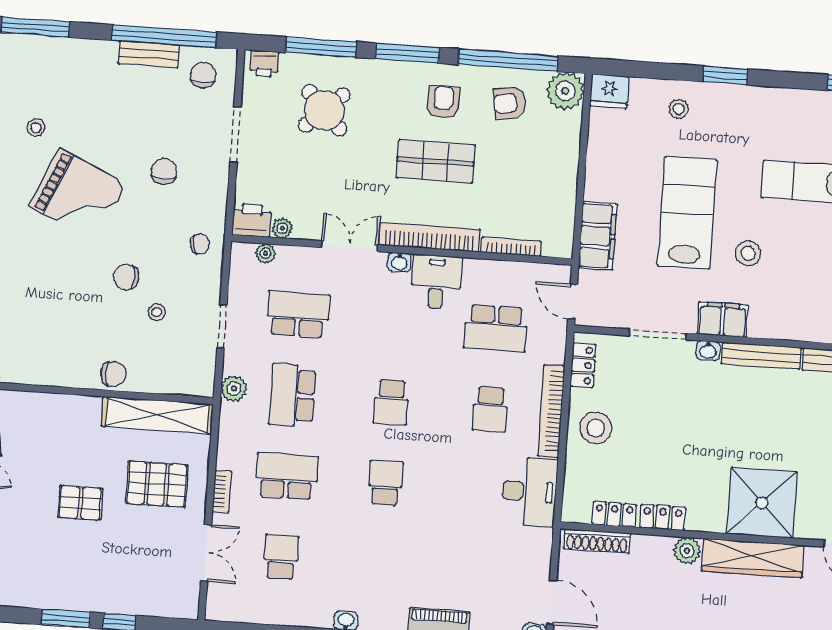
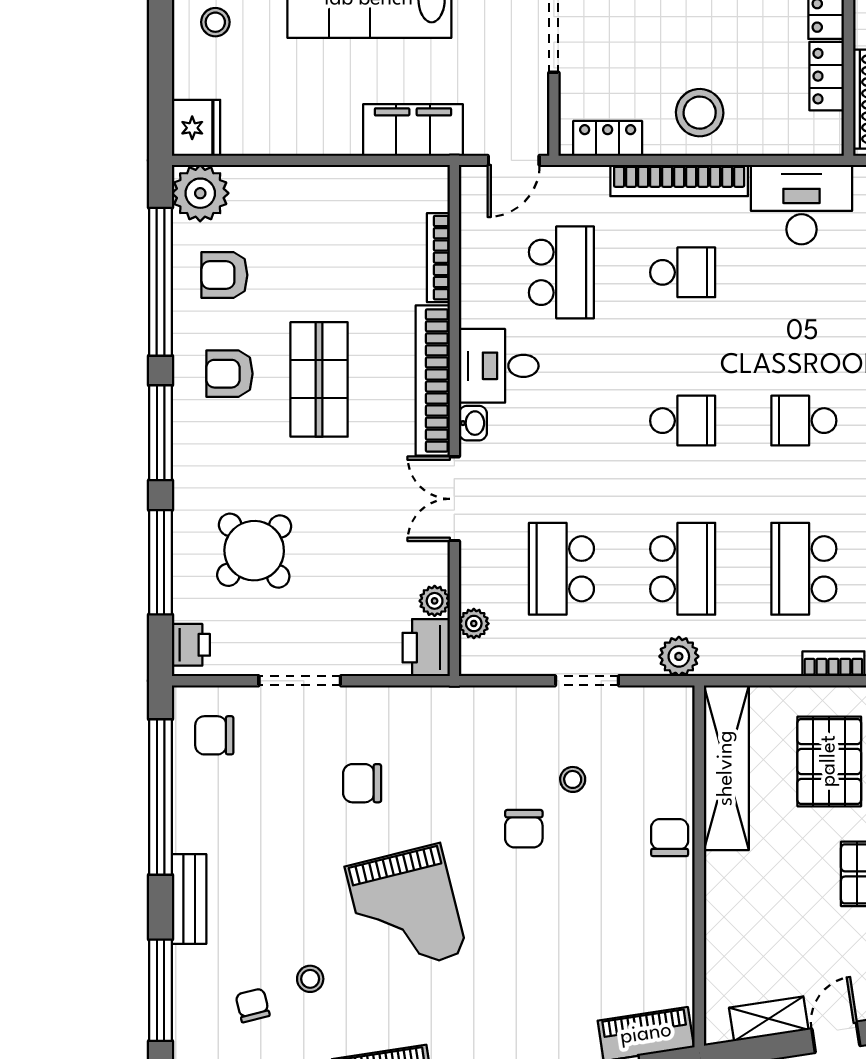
bench: (149, 54) -> (189, 899), moved
armchair: (510, 103) -> (224, 275), turned 99
grand piano: (77, 195) -> (406, 910), turned 142
chair: (200, 244) -> (253, 1005), moved
school desk: (292, 395) -> (683, 569), turned -90

